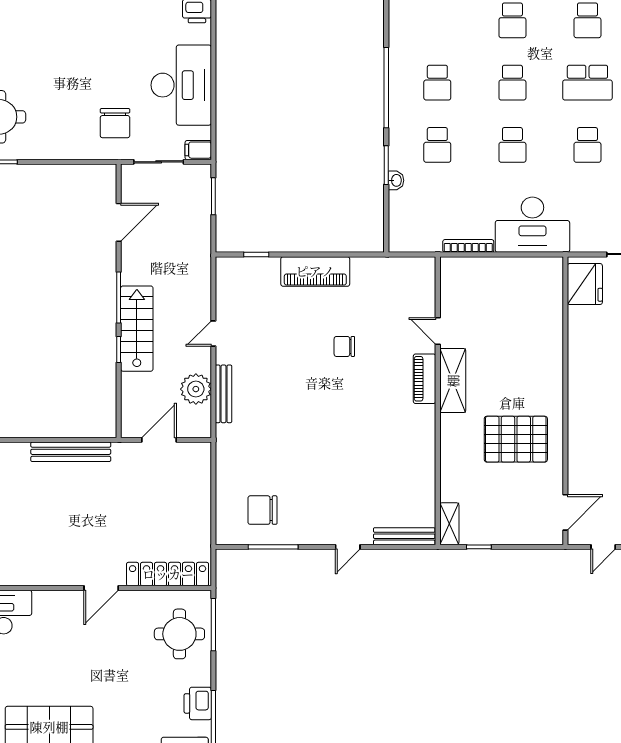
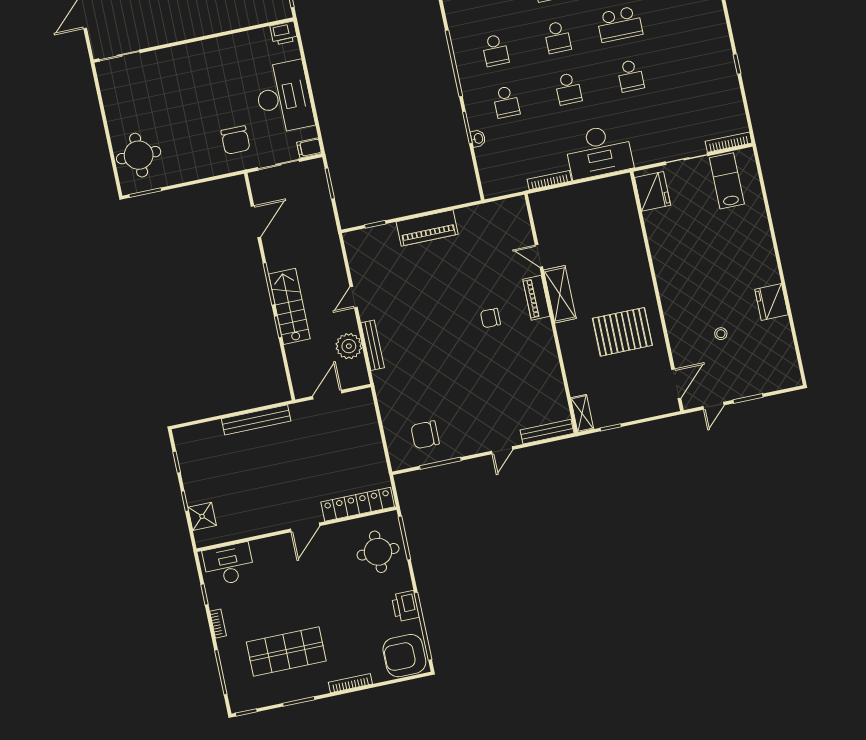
chair: (344, 346) -> (490, 318), moved

